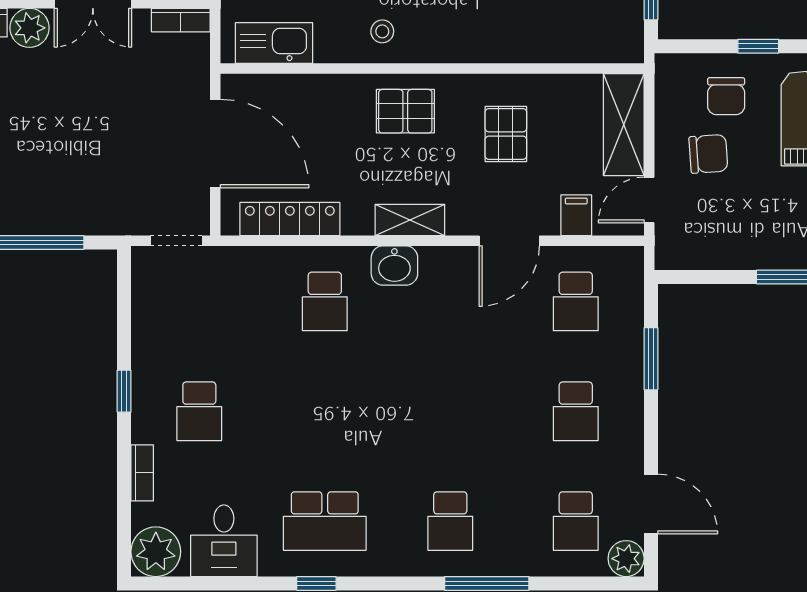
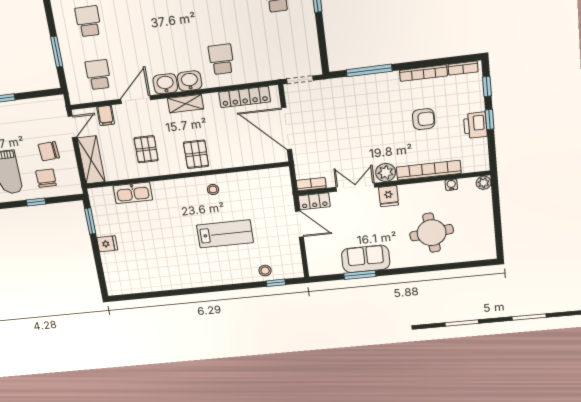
kitchen sink: (274, 43) -> (133, 193), moved
pallet: (405, 111) -> (196, 154), turned 90
washbasin: (444, 266) -> (165, 84), added

